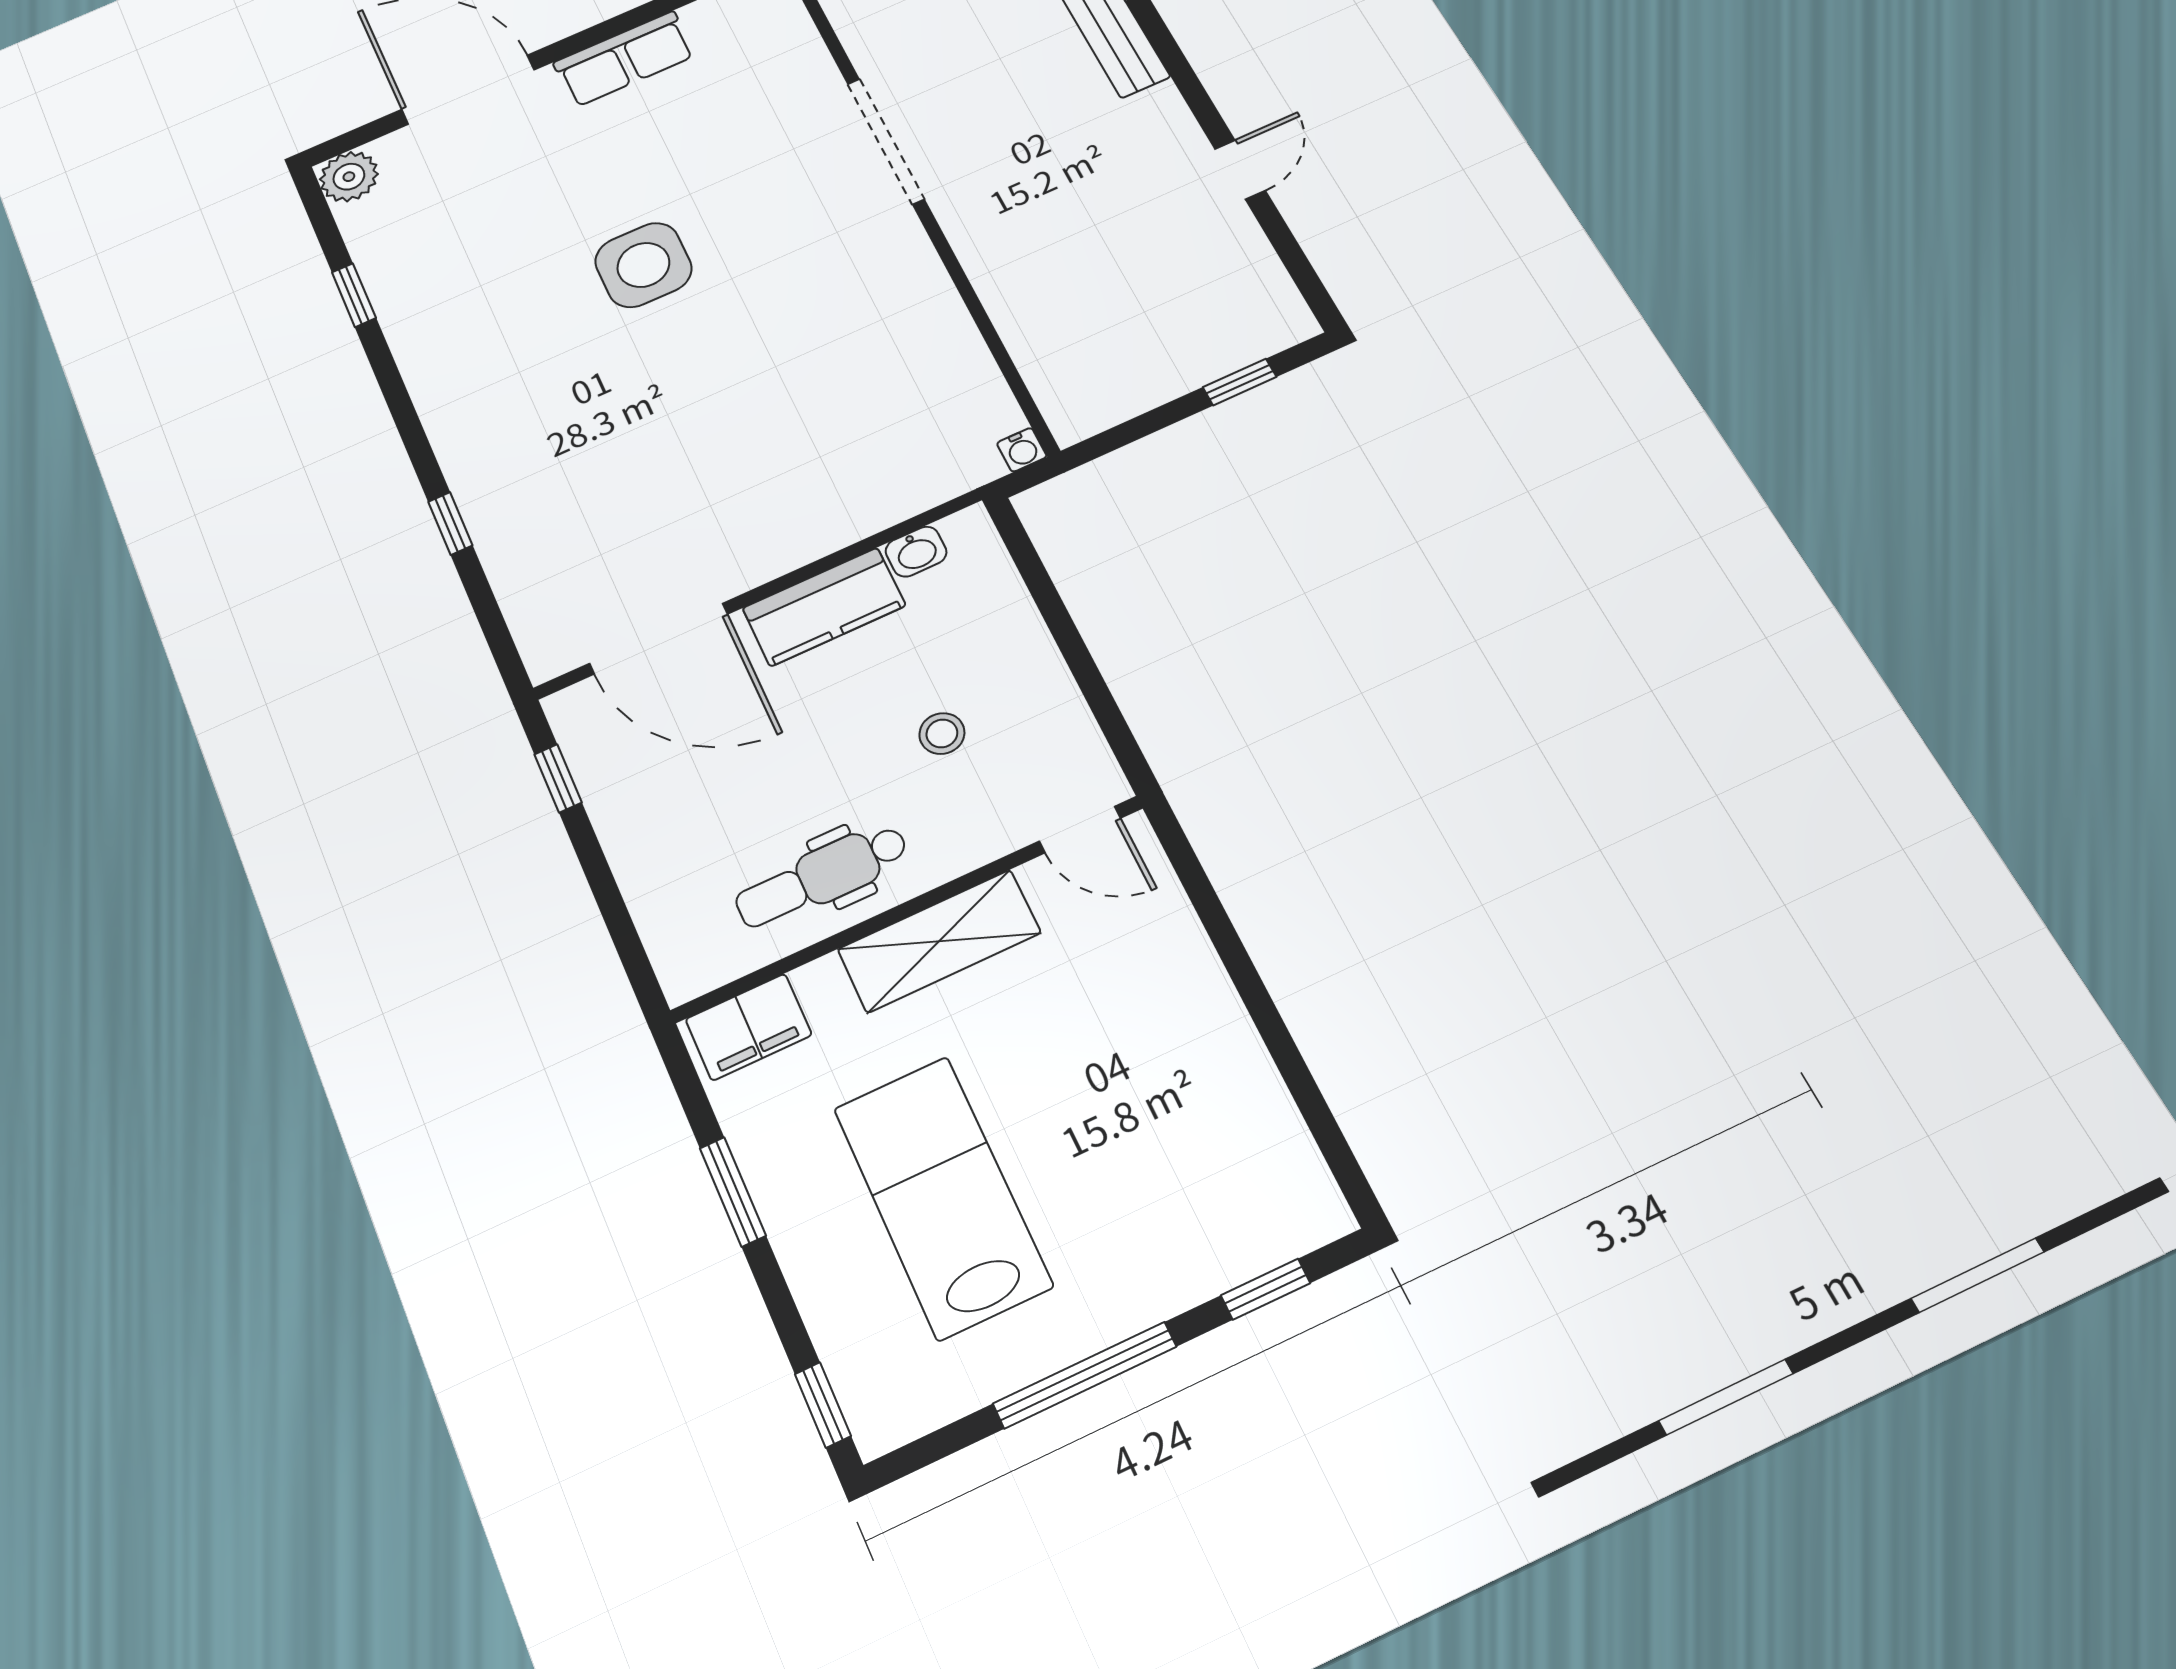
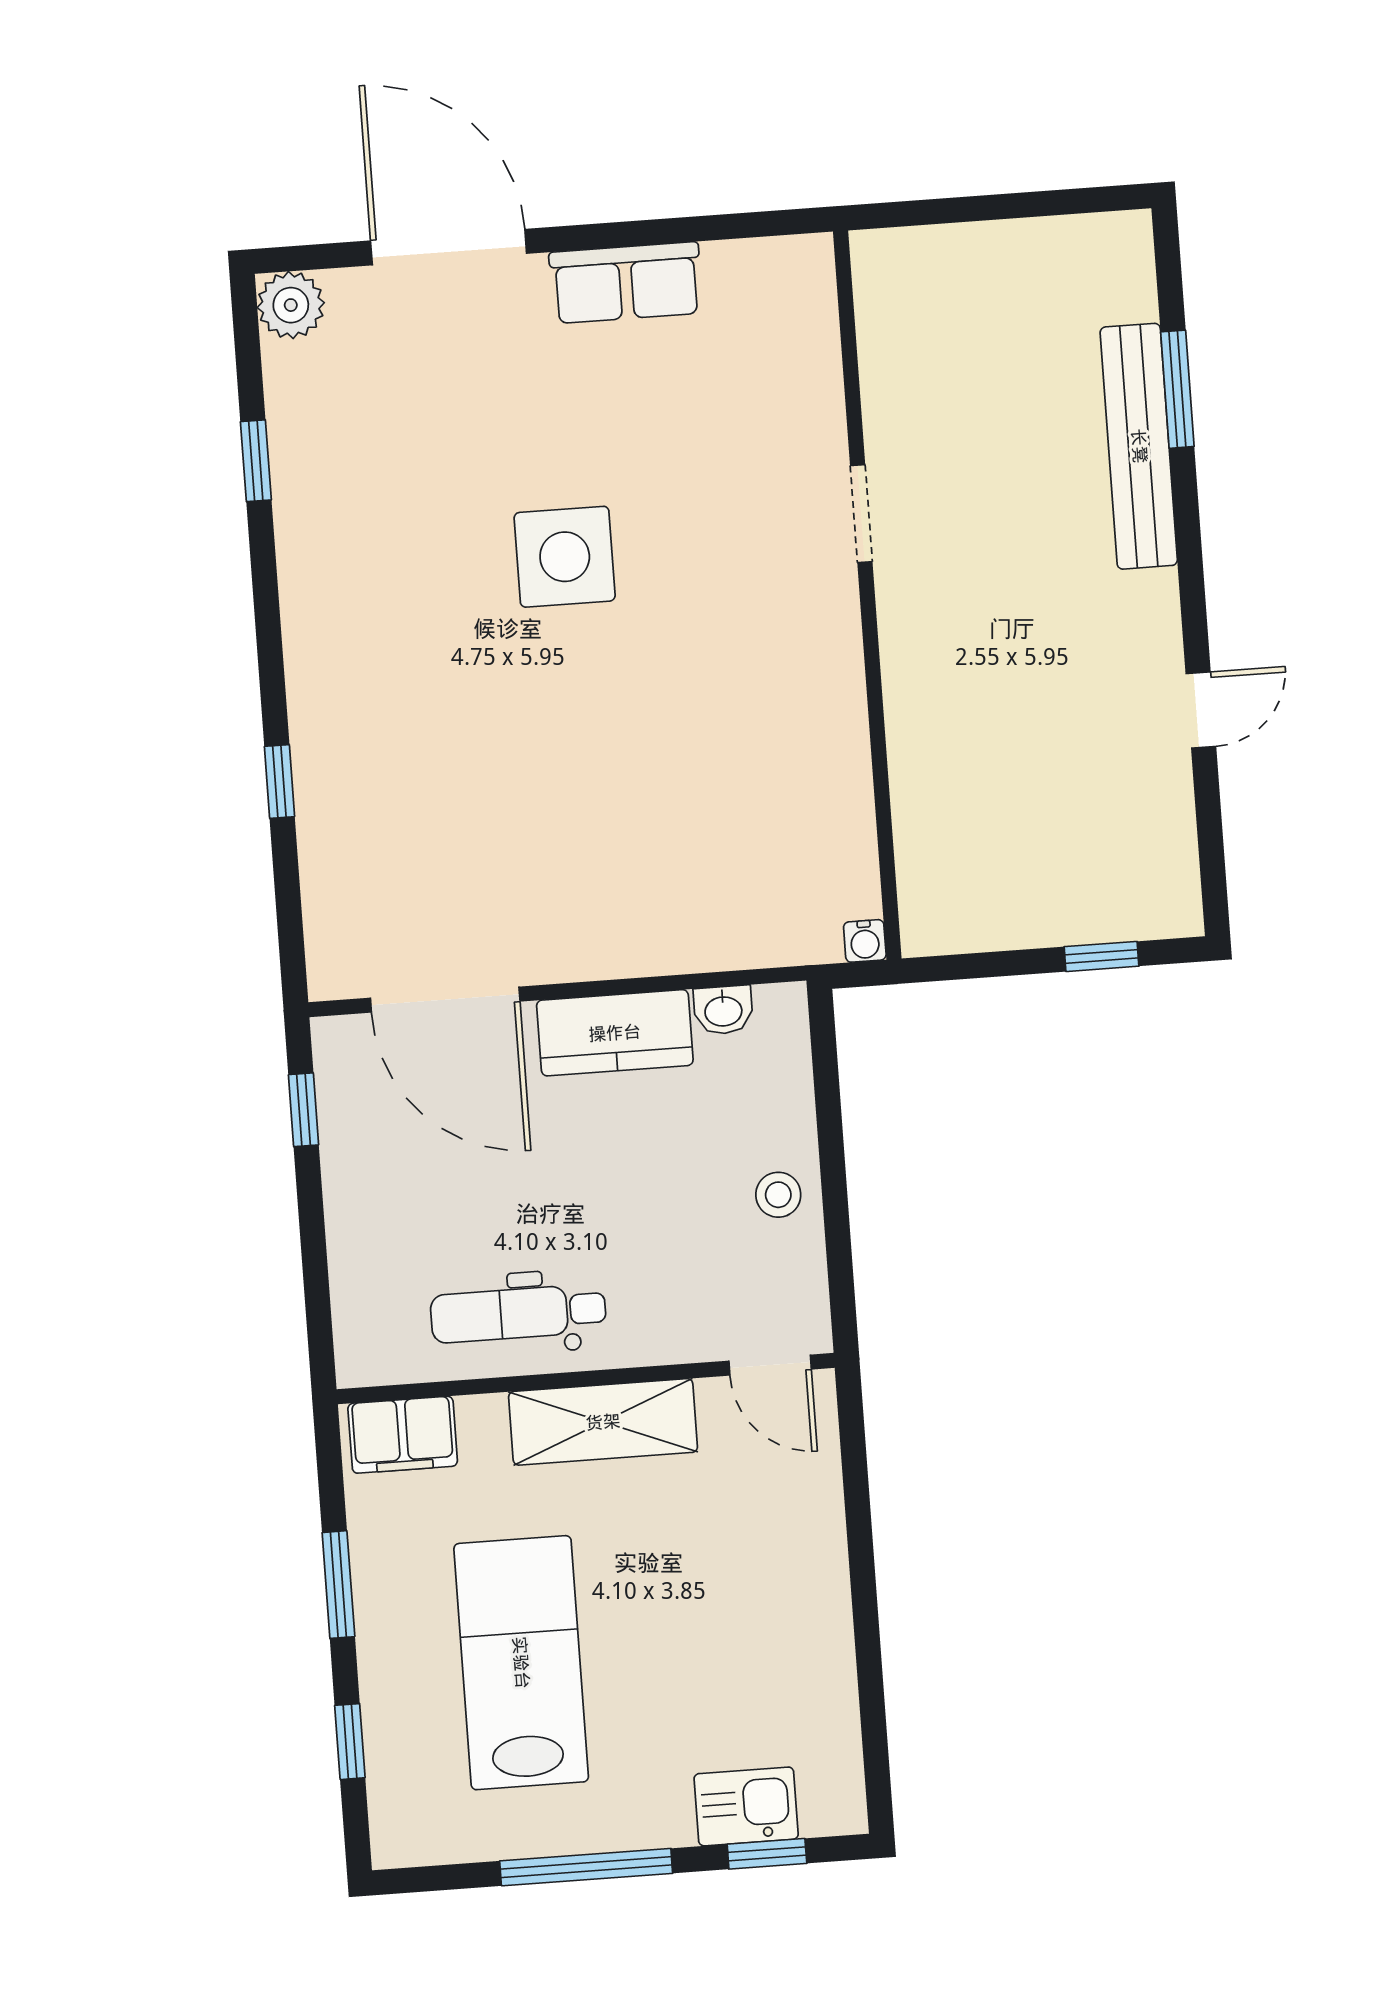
doorway: (886, 141) -> (861, 514), width x0.53
stool: (942, 733) -> (778, 1195), moved
kitchen sink: (1225, 1250) -> (746, 1806), added
window: (823, 1405) -> (350, 1742), moved

